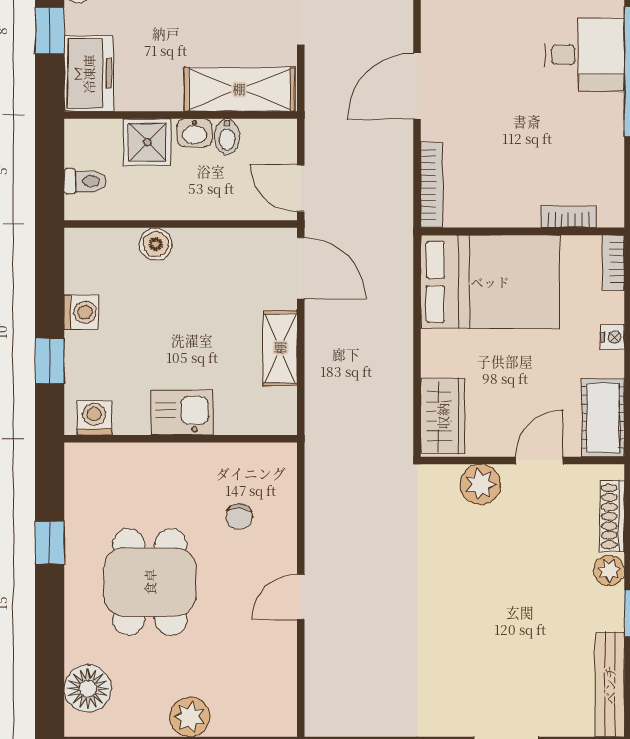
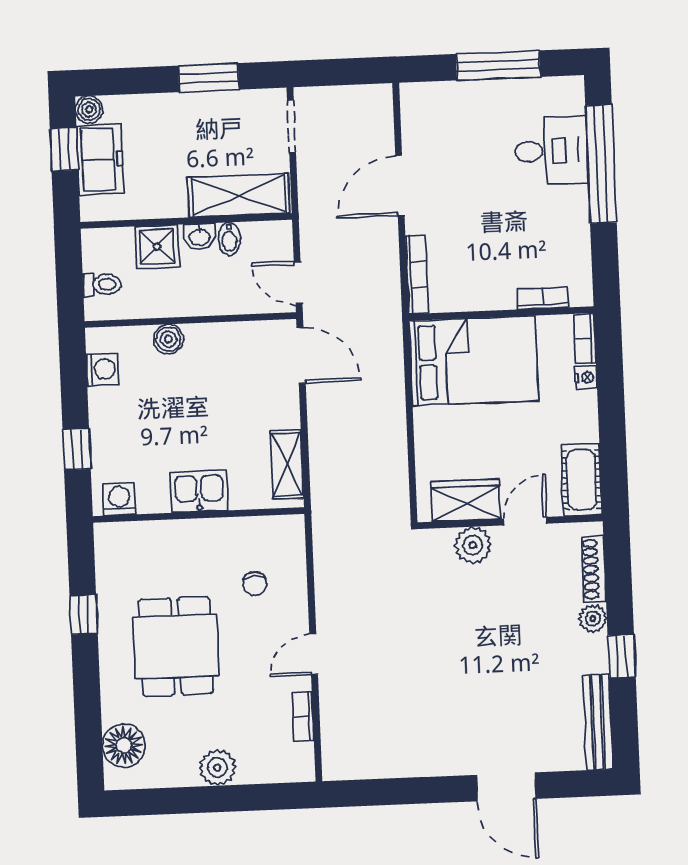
freezer: (89, 74) -> (100, 160), moved
washing machine: (82, 312) -> (102, 369), moved
nightstand: (613, 337) -> (586, 378), moved
shelving: (280, 348) -> (287, 464), moved
wardrobe: (443, 416) -> (466, 500), moved, turned -90
bookcase: (286, 665) -> (303, 717), added

